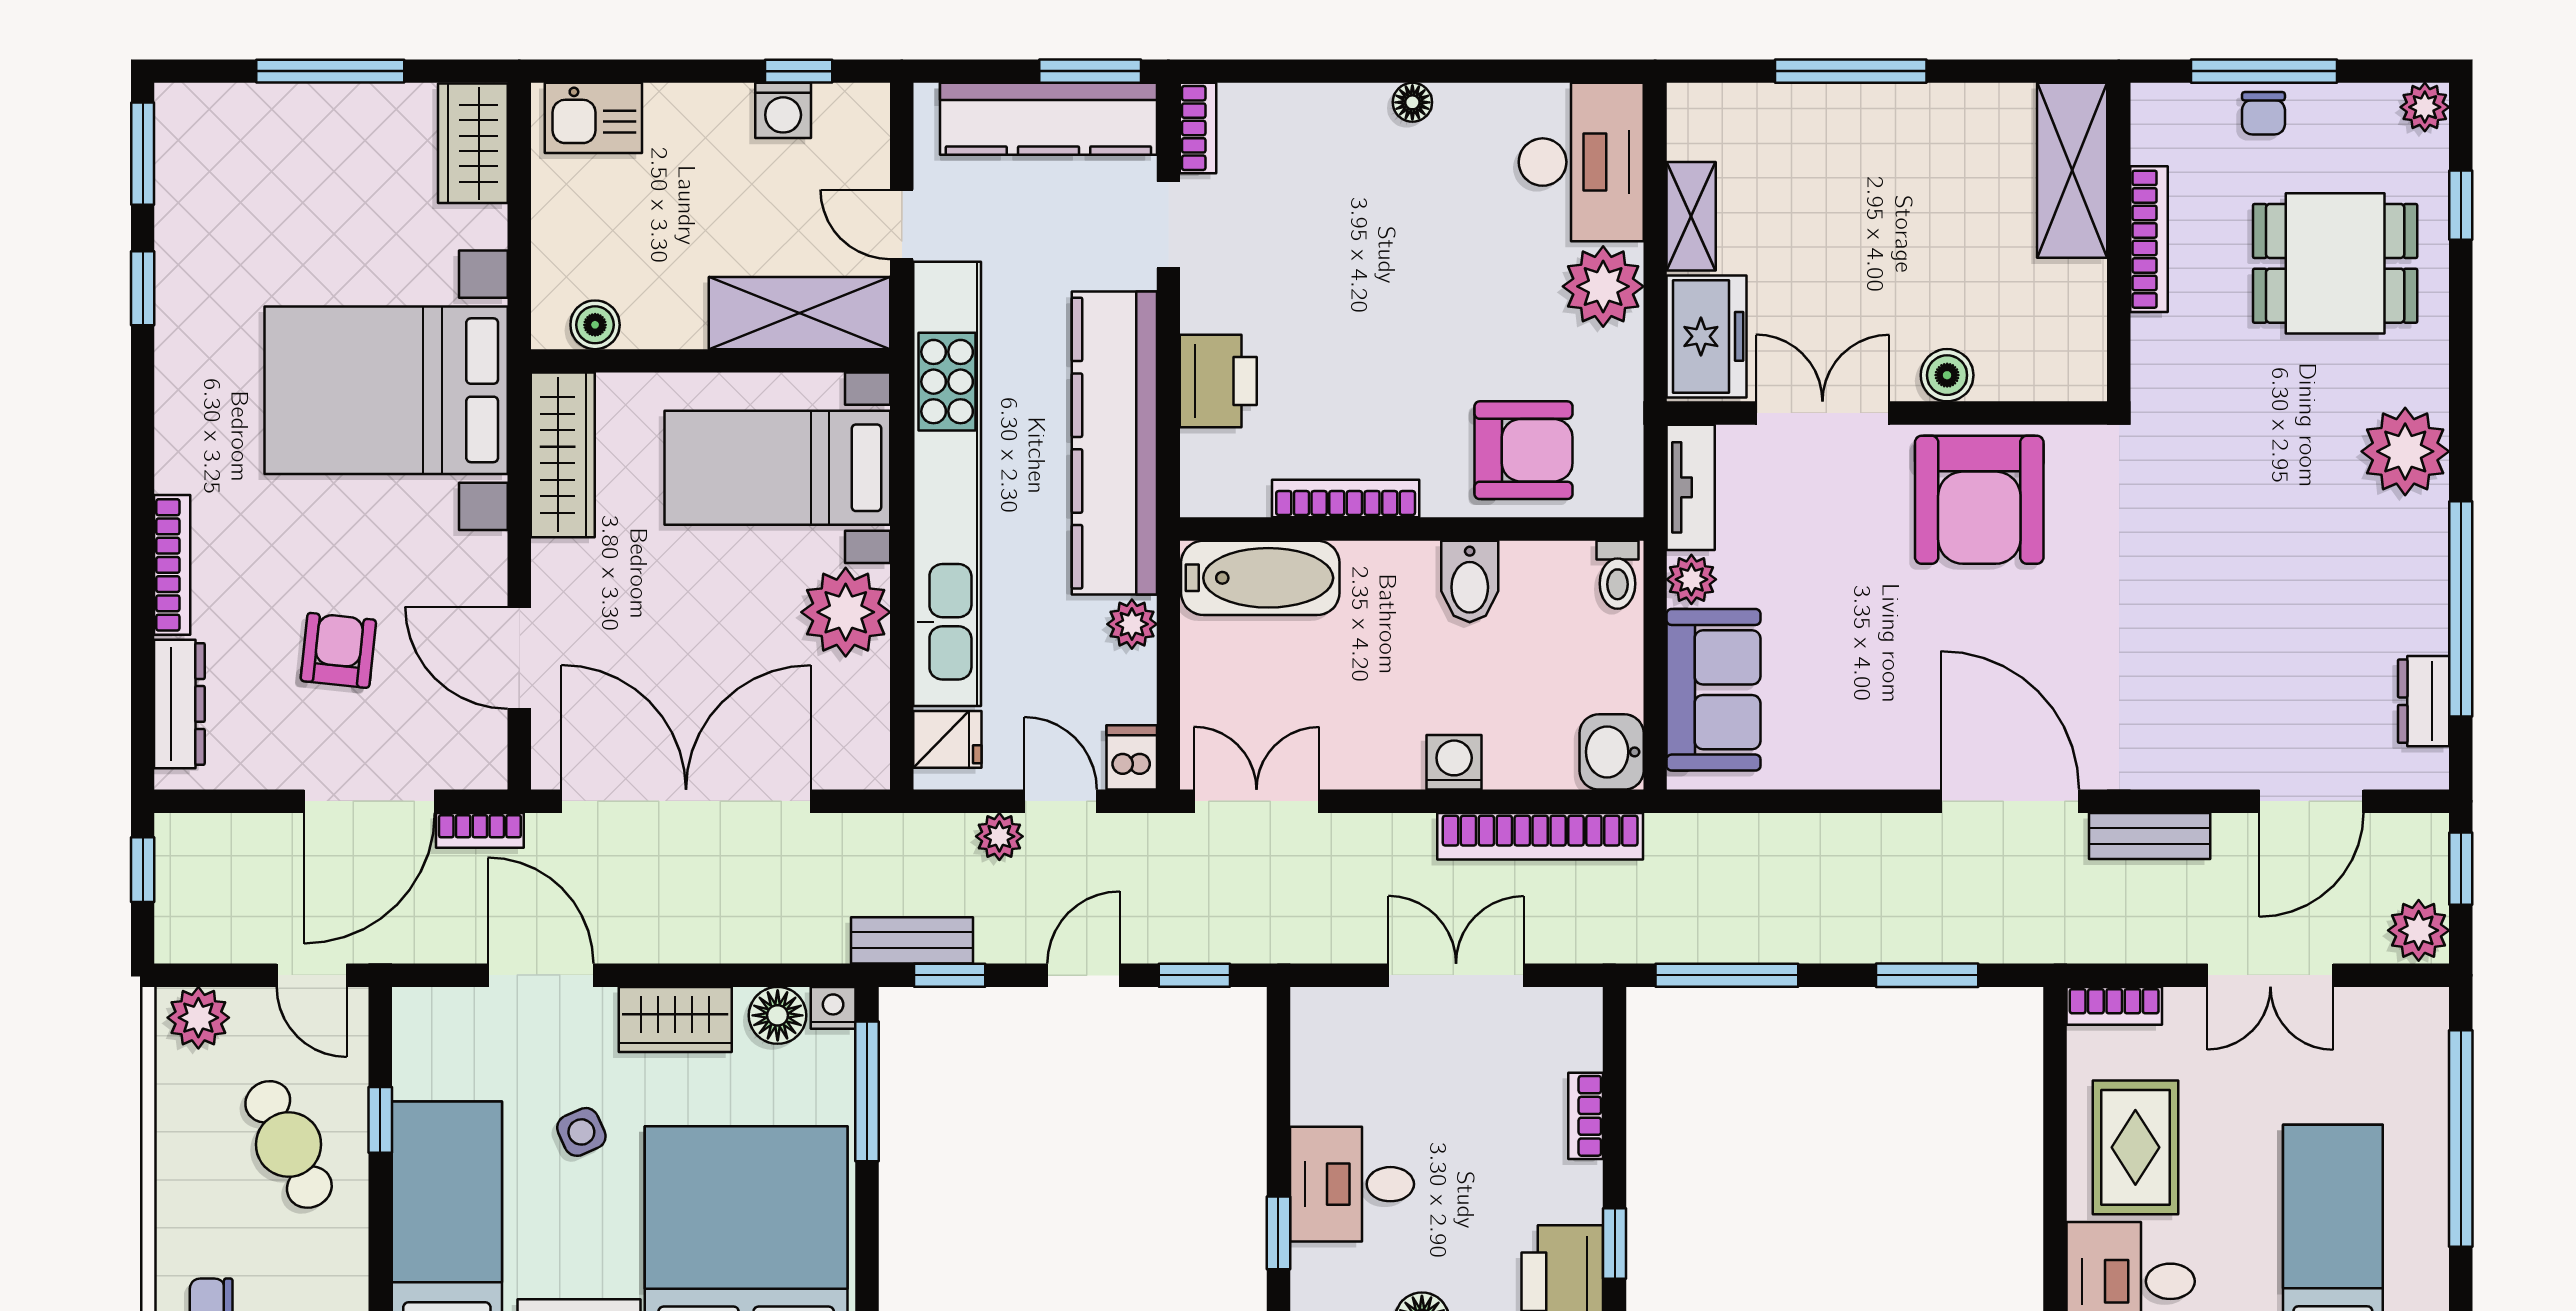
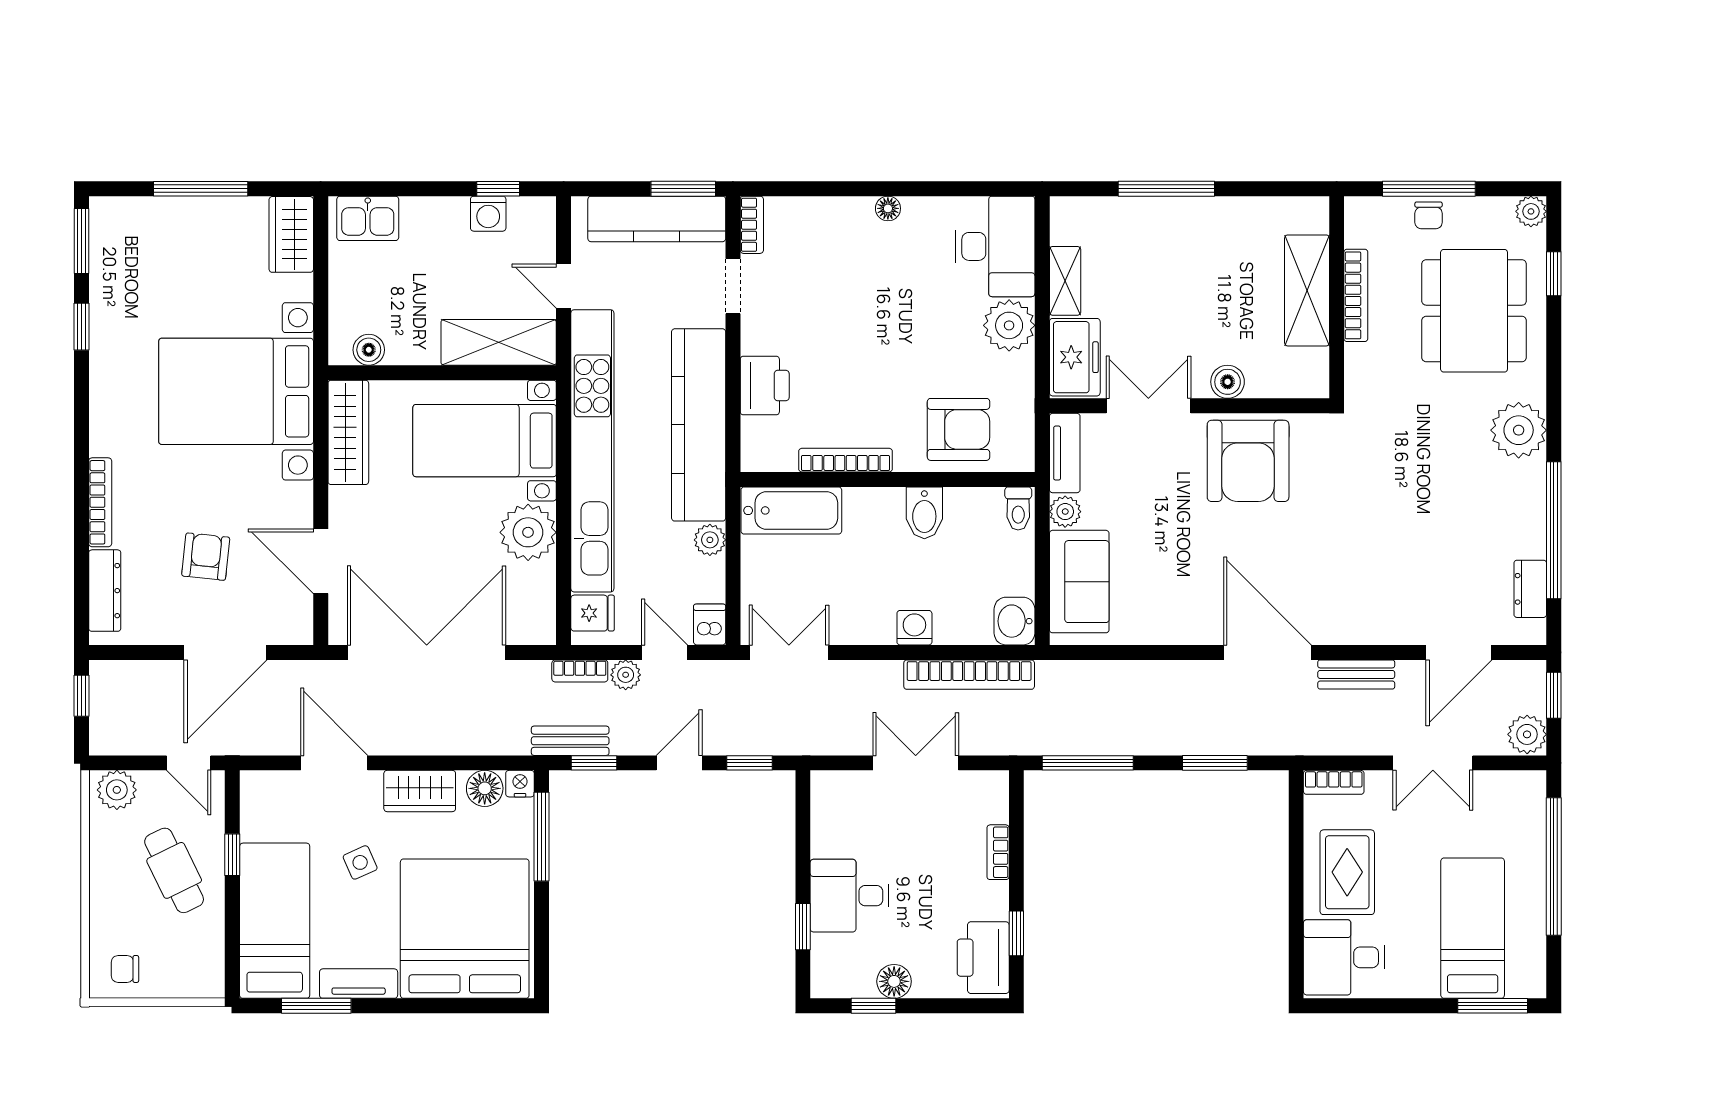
shelving: (2072, 170) -> (1307, 290), moved
dining table: (2335, 263) -> (1474, 311), width x1.38
bookcase: (480, 830) -> (580, 671), moved

